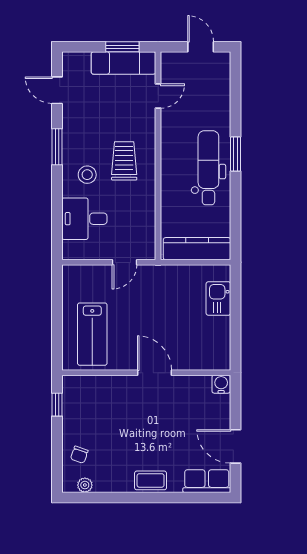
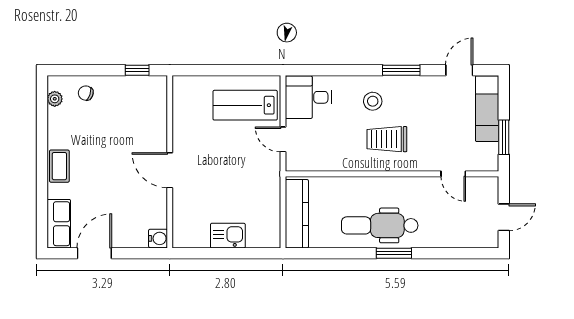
exam couch: (124, 63) -> (487, 109), moved
trolley: (124, 161) -> (387, 139), turned 180
dental chair: (208, 168) -> (380, 225), turned 180
desk: (84, 219) -> (308, 97), moved, turned -90
kitchen sink: (218, 299) -> (228, 236), moved
lab bench: (92, 334) -> (245, 105), moved
door: (155, 373) -> (170, 170), swing flipped

